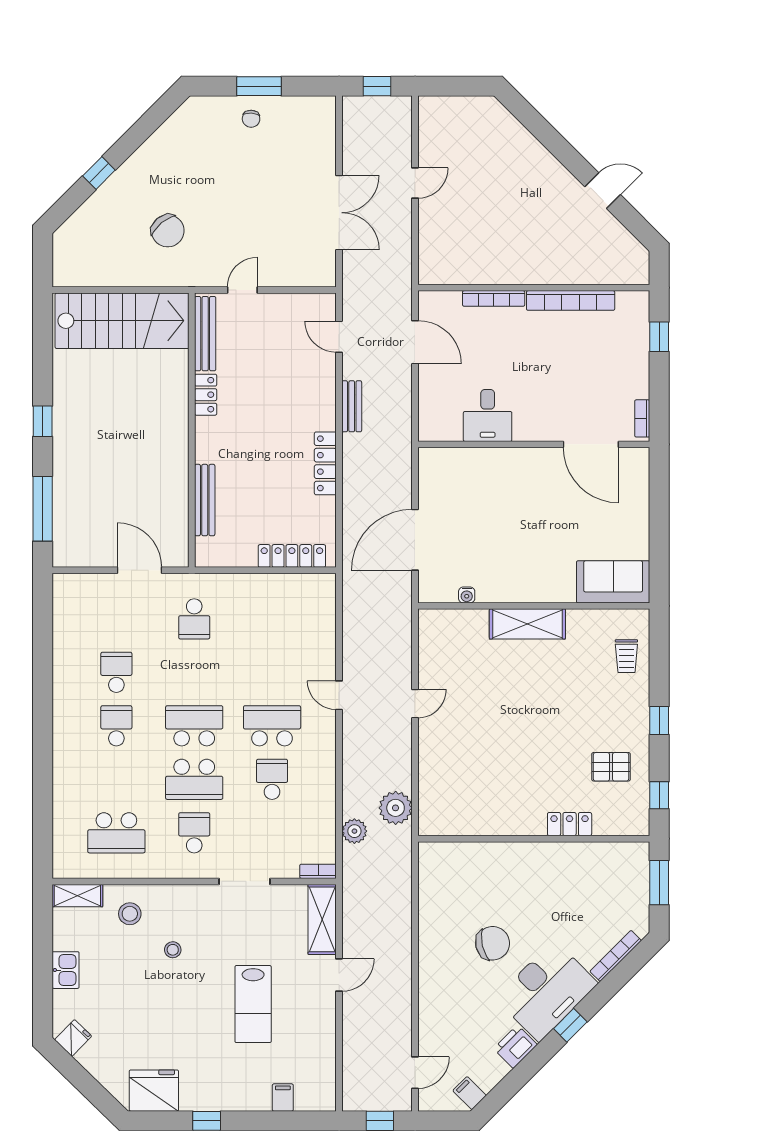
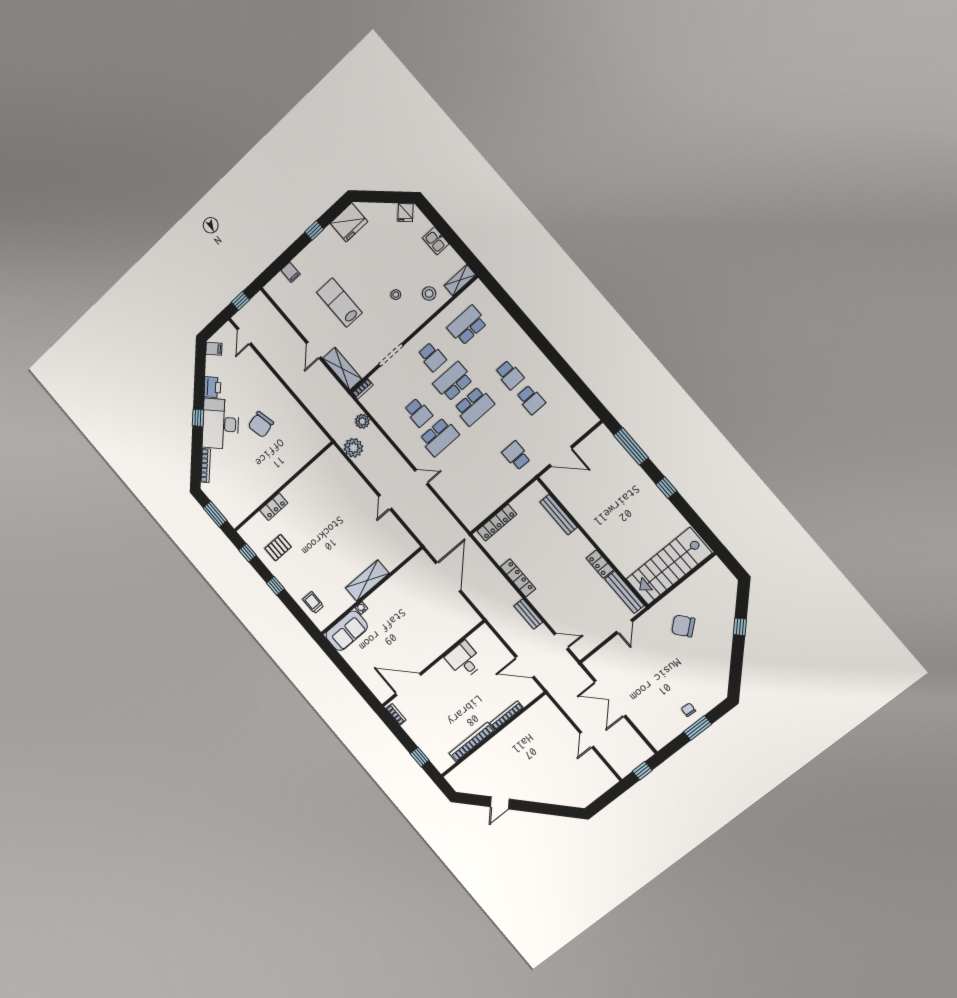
water cooler: (467, 595) -> (361, 608), moved

